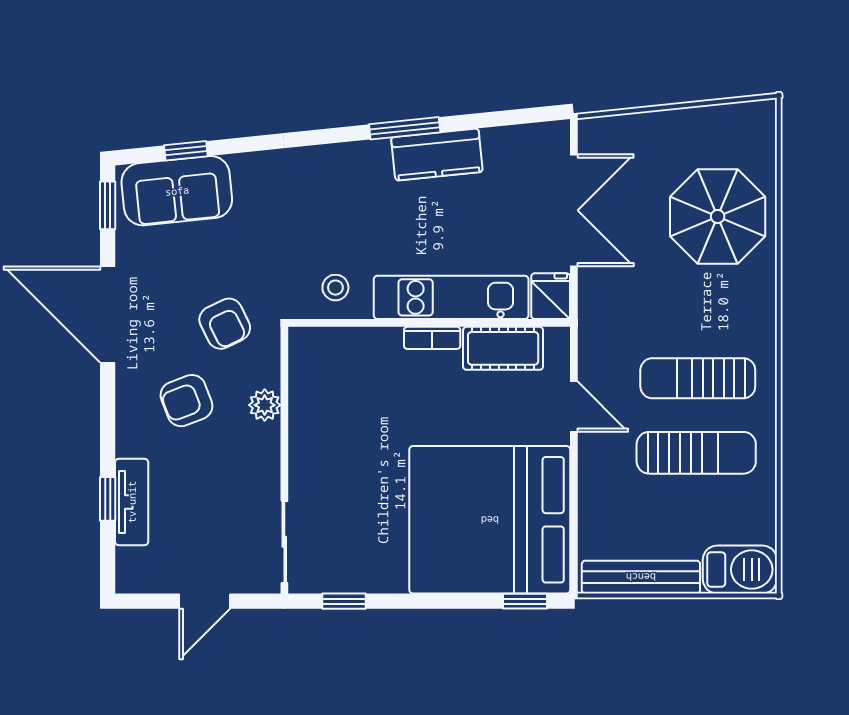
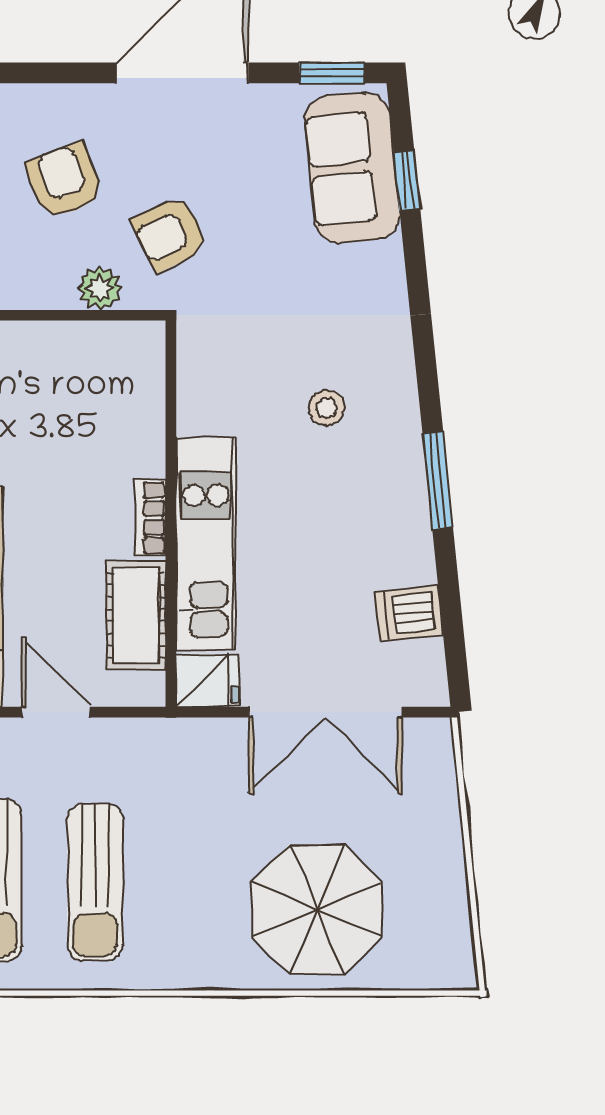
dishwasher: (502, 149) -> (409, 613), added
kitchen counter: (437, 155) -> (402, 525), removed
stool: (335, 288) -> (327, 408), moved
sun lounger: (698, 378) -> (95, 882), turned 180
plant: (265, 405) -> (100, 288), moved
door: (574, 407) -> (56, 712), swing flipped

